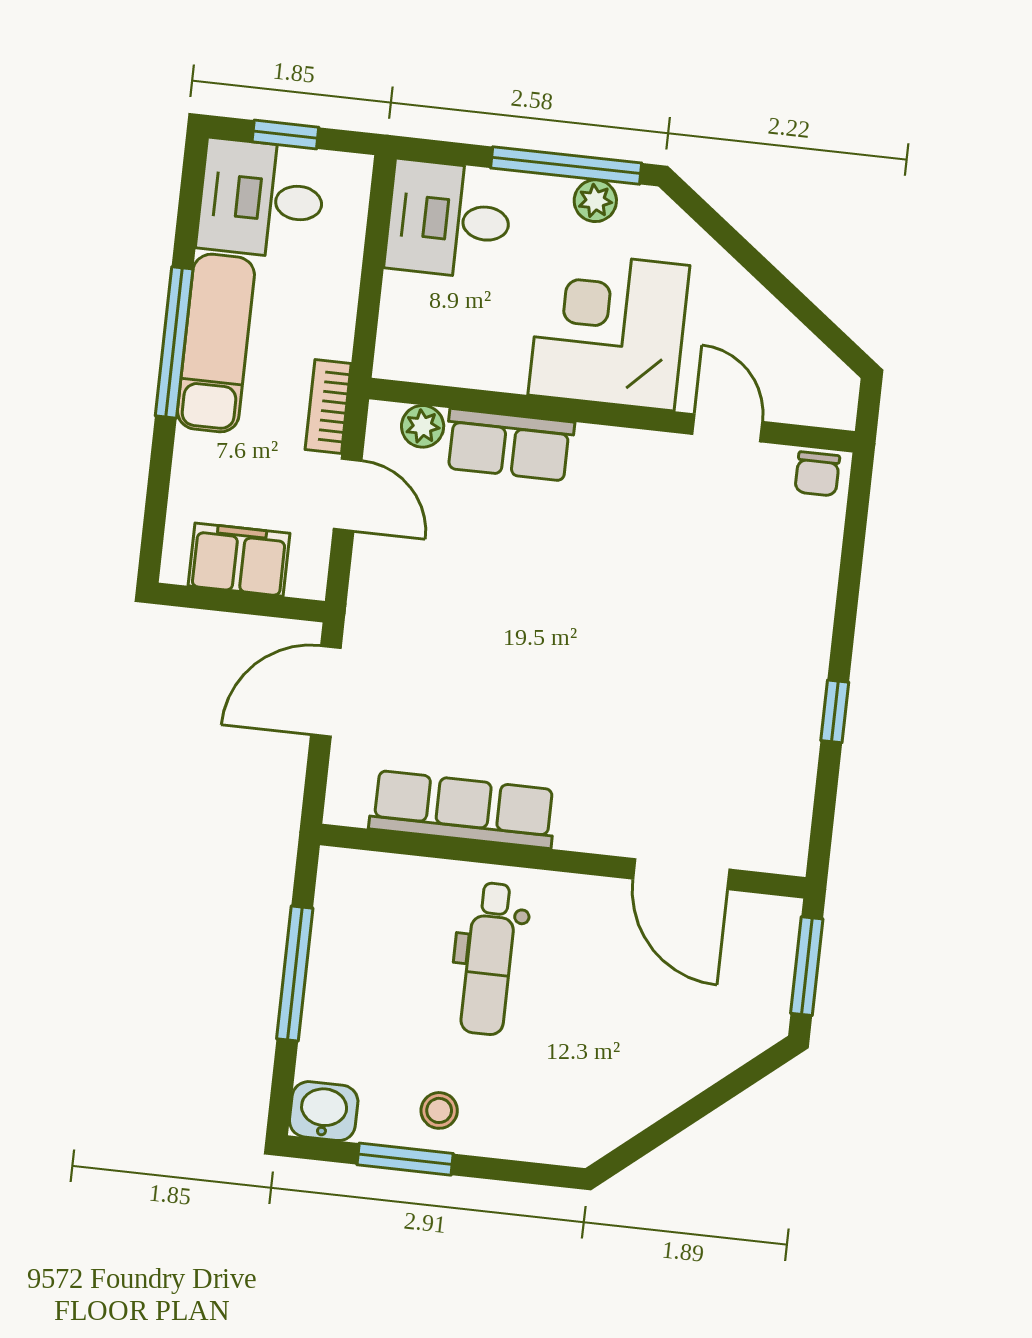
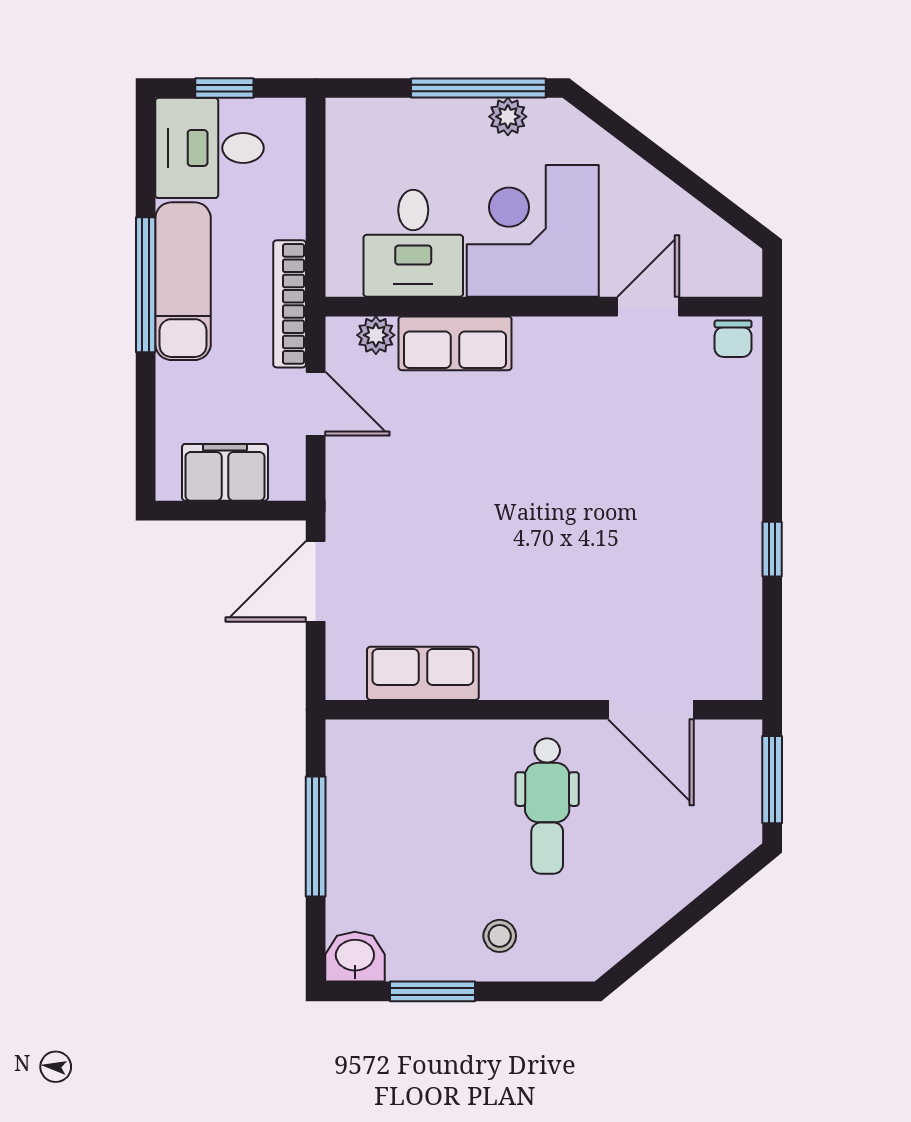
desk: (449, 220) -> (413, 243), moved, turned -90
bookcase: (328, 407) -> (290, 304), width x1.56
door: (727, 428) -> (648, 307), hinge flipped
row of seats: (463, 809) -> (423, 673), width x0.68
dental chair: (489, 959) -> (547, 806), moved
stool: (439, 1110) -> (500, 936), moved

